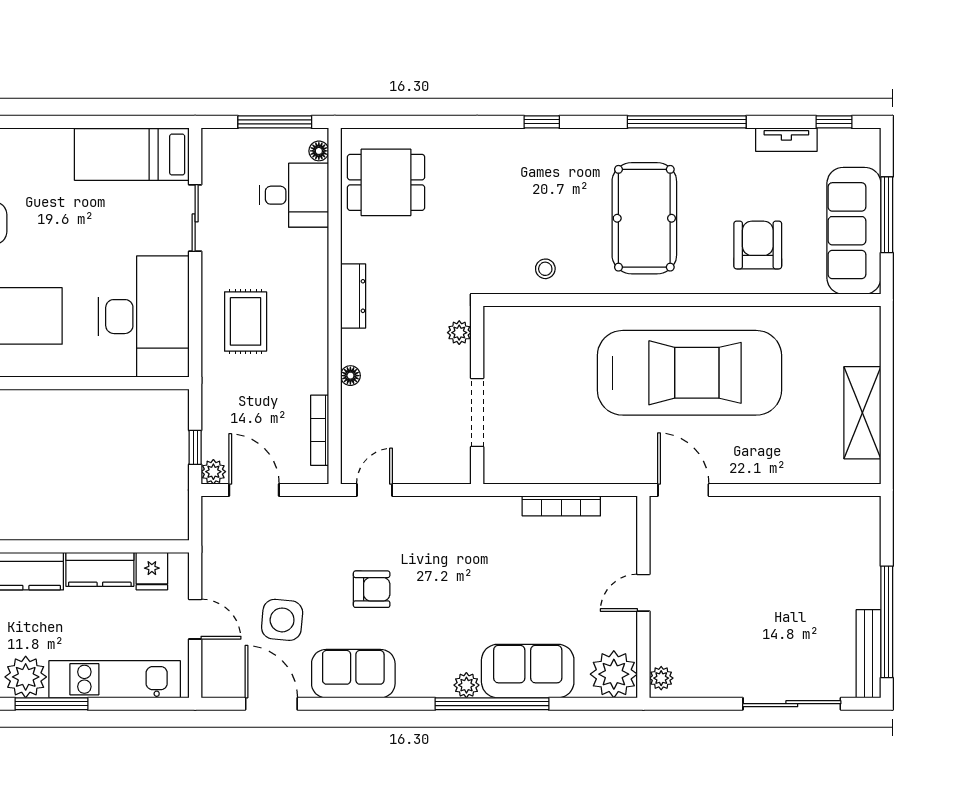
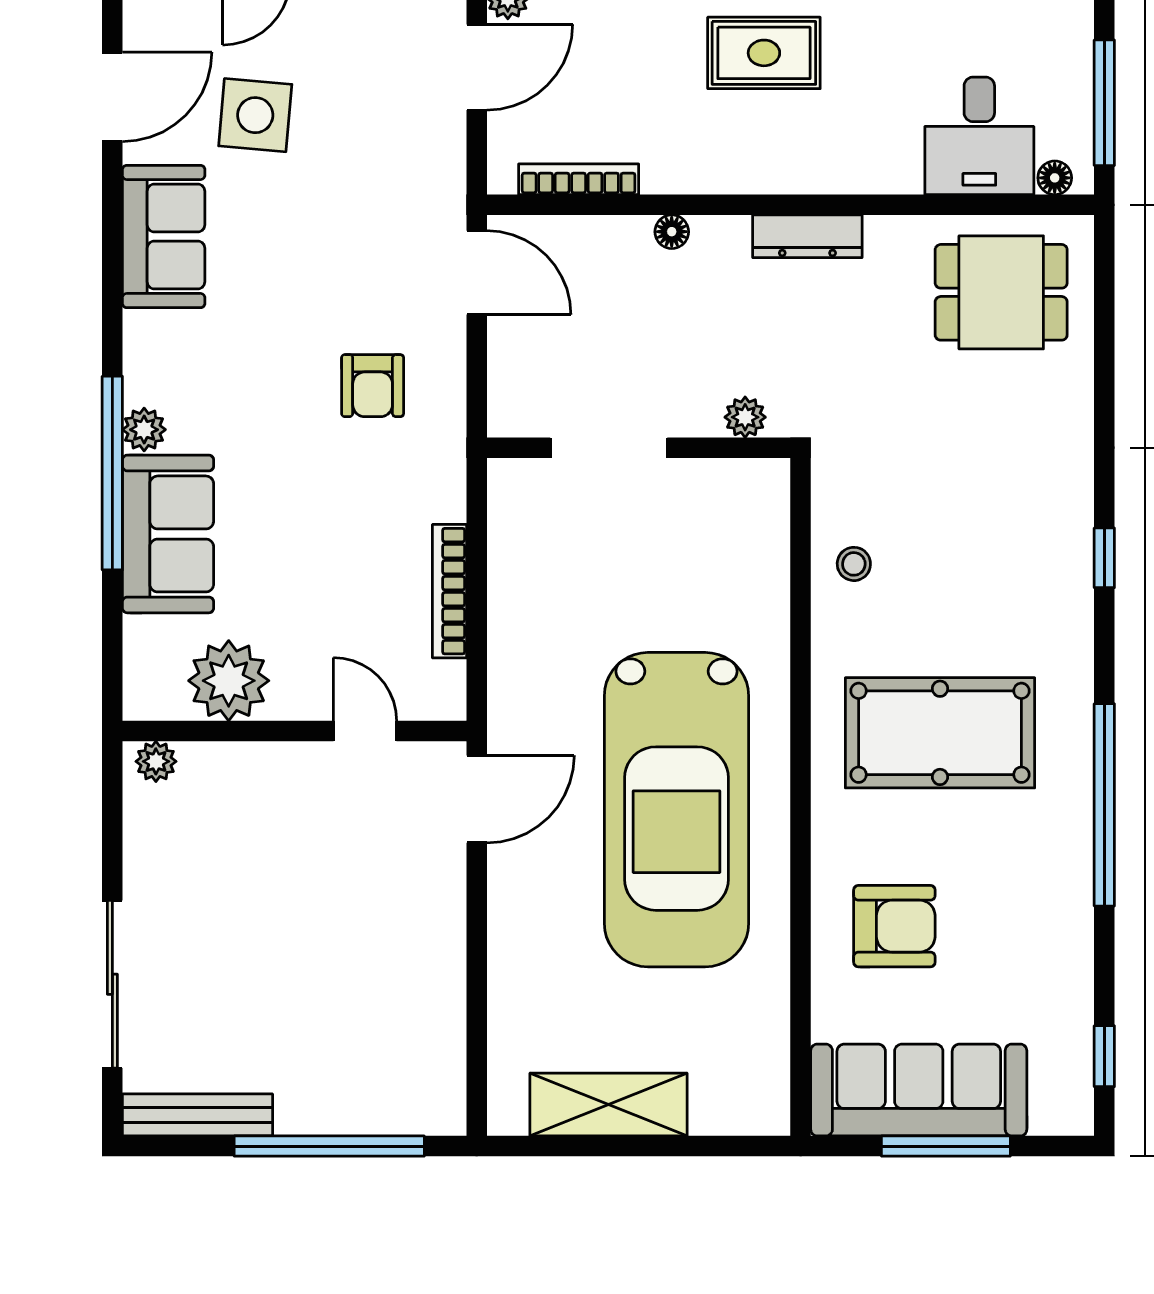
tv unit: (786, 140) -> (1074, 975), removed
dining table: (386, 182) -> (1001, 292), turned 90
door: (374, 490) -> (477, 273), width x1.38
armchair: (372, 589) -> (373, 386), moved
door: (643, 593) -> (365, 731), moved
window: (887, 622) -> (329, 1146), moved
plant: (614, 674) -> (229, 681), moved

